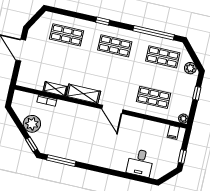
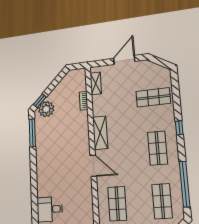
shop shelf: (67, 35) -> (153, 97), turned 90
shelving: (55, 89) -> (96, 83), moved
door: (112, 109) -> (93, 166), swing flipped
plant: (32, 124) -> (46, 109), moved

